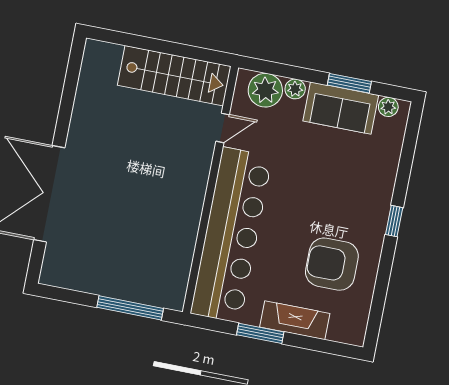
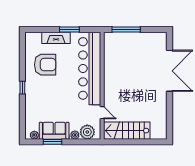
door: (223, 128) -> (102, 113), swing flipped

